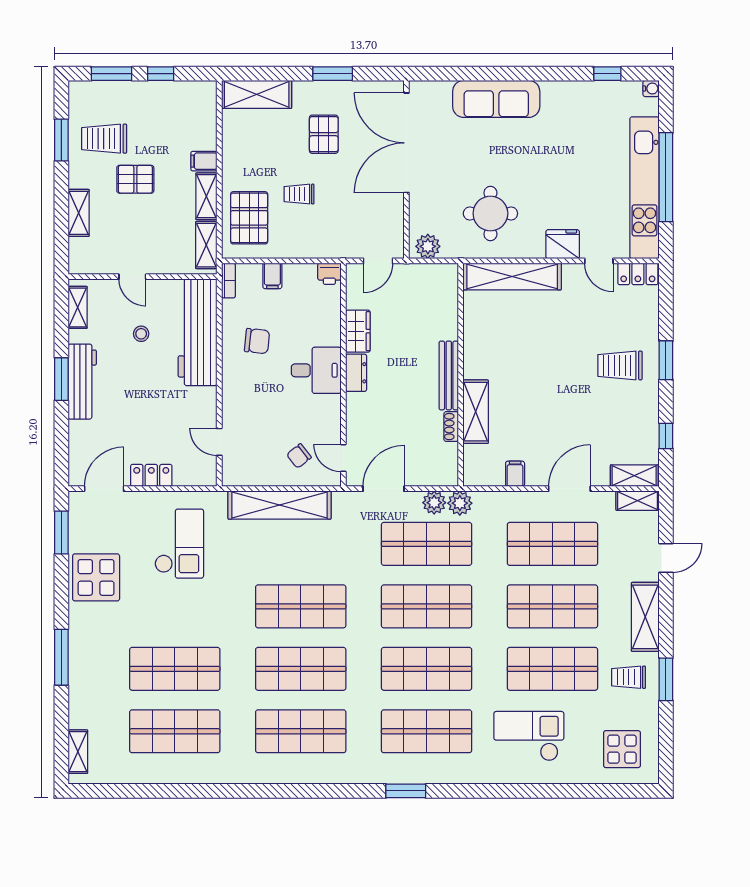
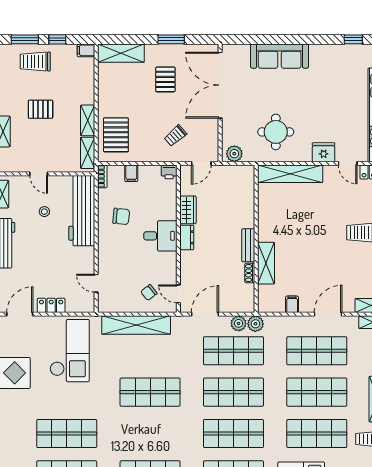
trolley: (104, 139) -> (35, 62), moved
filing cabinet: (204, 161) -> (86, 50), moved
trolley: (299, 194) -> (175, 136), moved, turned -41
bench: (449, 375) -> (248, 245), width x0.73
checkout: (179, 544) -> (70, 351), width x1.36, depth x1.21
shop shelf: (301, 669) -> (150, 434), removed

